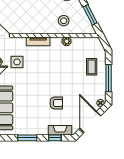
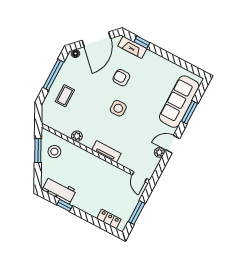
stool: (64, 21) -> (54, 152), moved
side table: (17, 62) -> (118, 108), moved
window: (27, 138) -> (171, 57), removed

